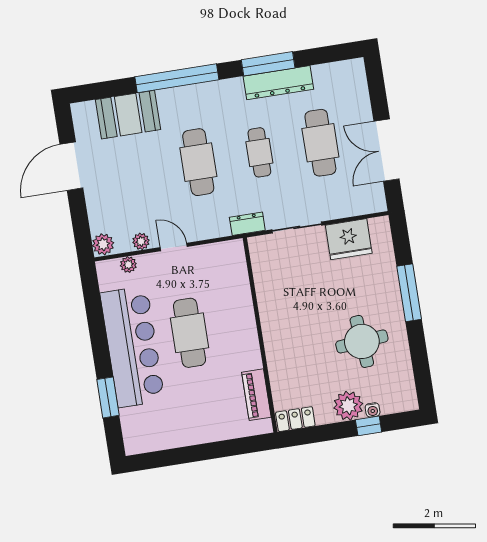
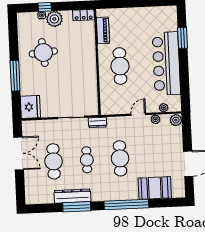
fridge: (349, 239) -> (30, 107), moved, turned 90
door: (174, 247) -> (138, 114), swing flipped
cafe table: (189, 333) -> (120, 66), moved

